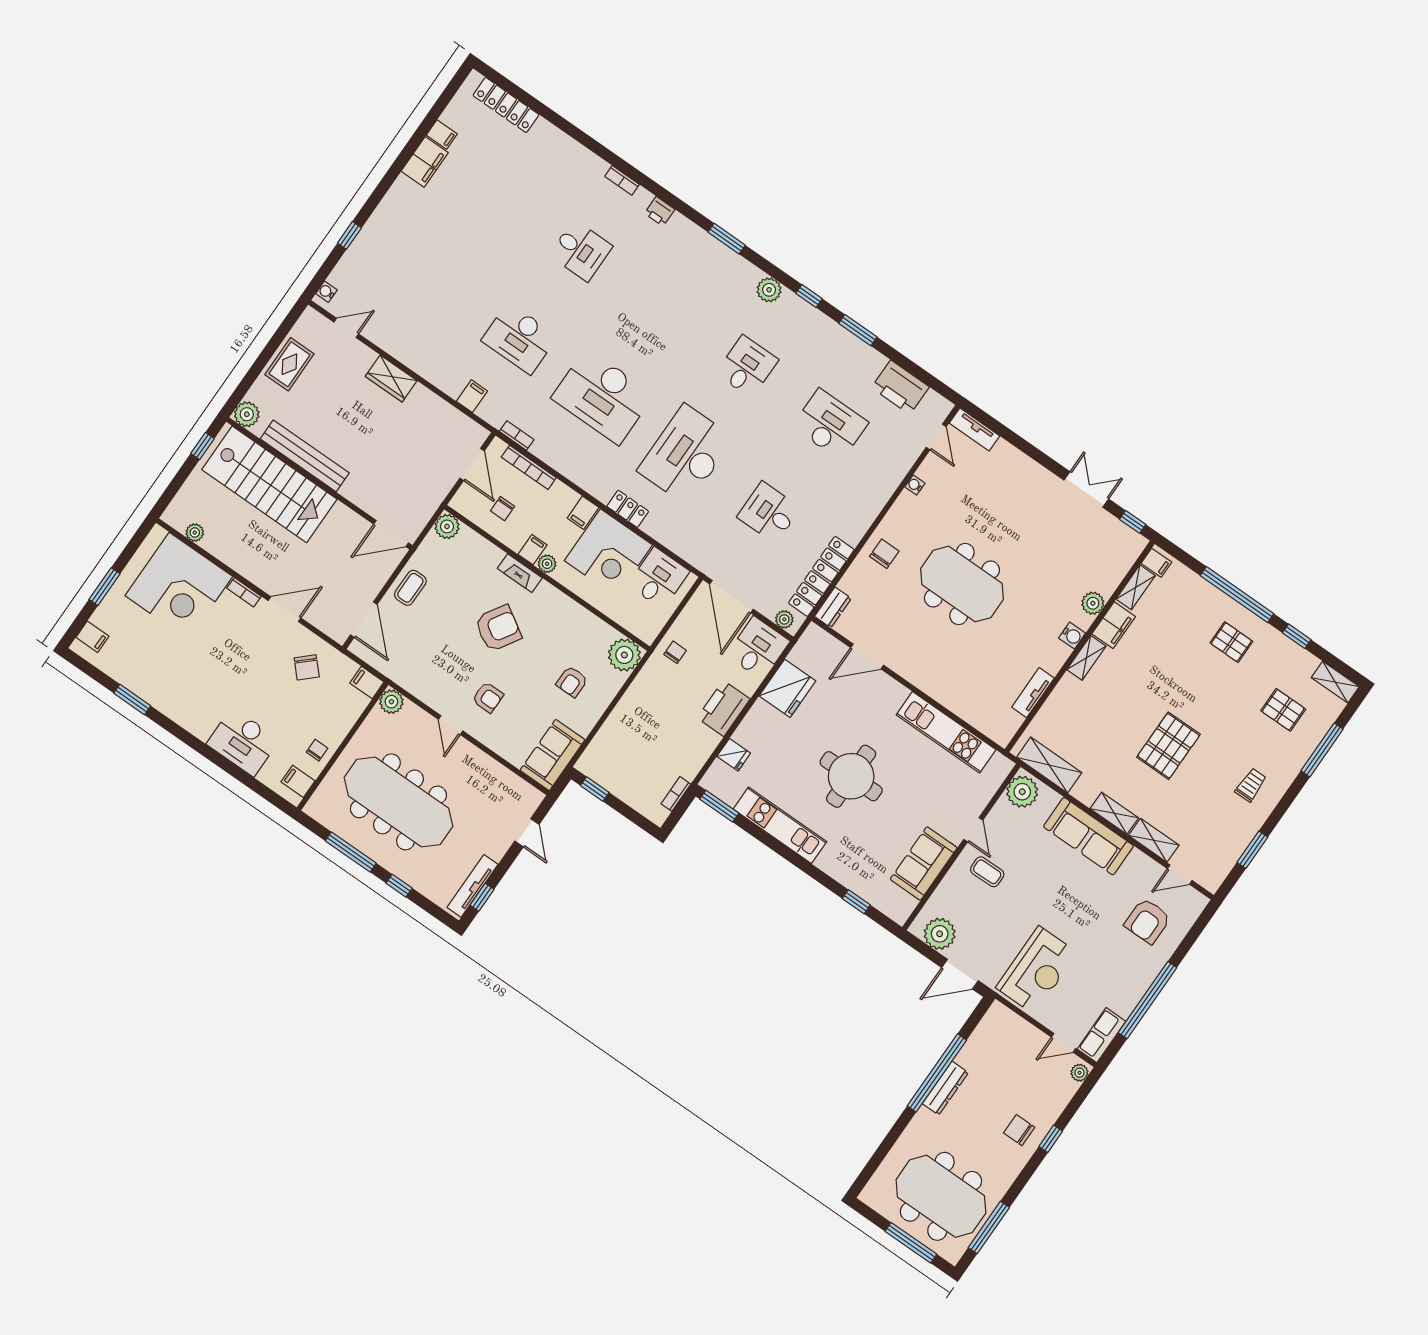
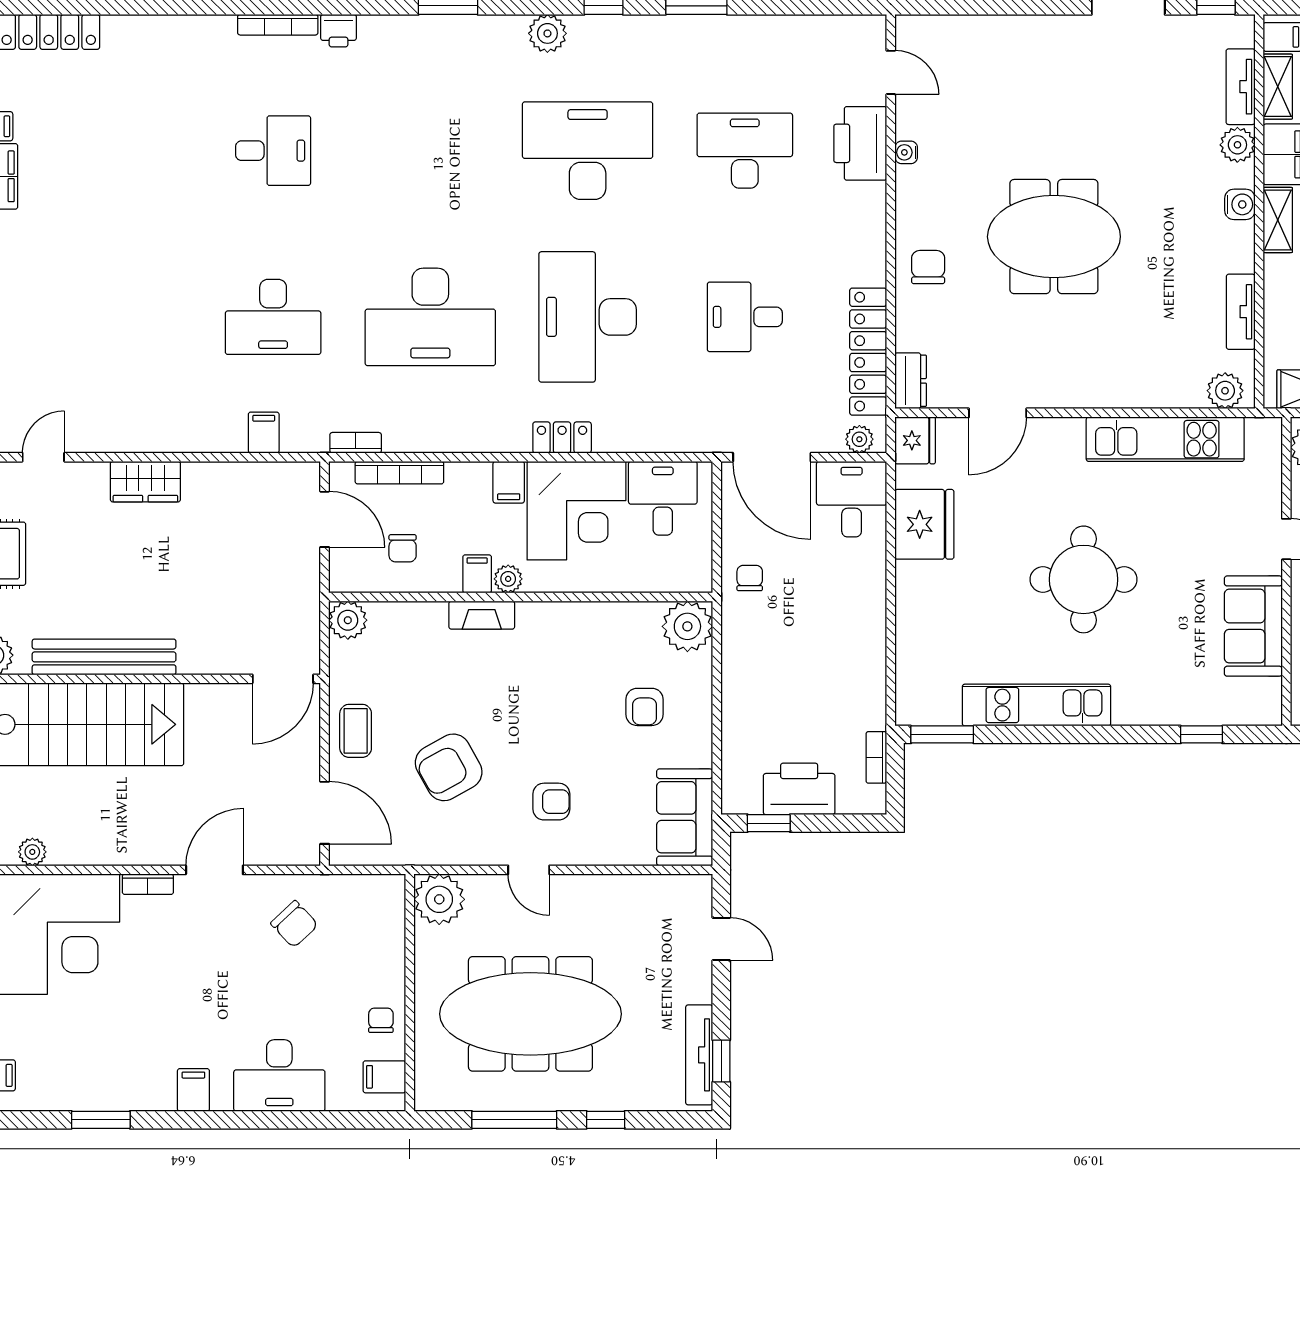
bookcase: (622, 180) -> (278, 25), width x1.56
desk: (747, 367) -> (588, 151), width x1.87, depth x1.30
printer: (900, 387) -> (860, 143), moved, turned 90
tv unit: (974, 430) -> (1241, 87), moved, turned 90
armchair: (498, 628) -> (449, 767), moved, turned -151
filing cabinet: (367, 683) -> (193, 1090), moved, turned 90
plant: (391, 702) -> (439, 899), width x1.36, depth x1.36
printer: (724, 708) -> (799, 789), moved, turned 90
plant: (996, 729) -> (1225, 391), added
fridge: (734, 755) -> (915, 440), moved, width x1.38

